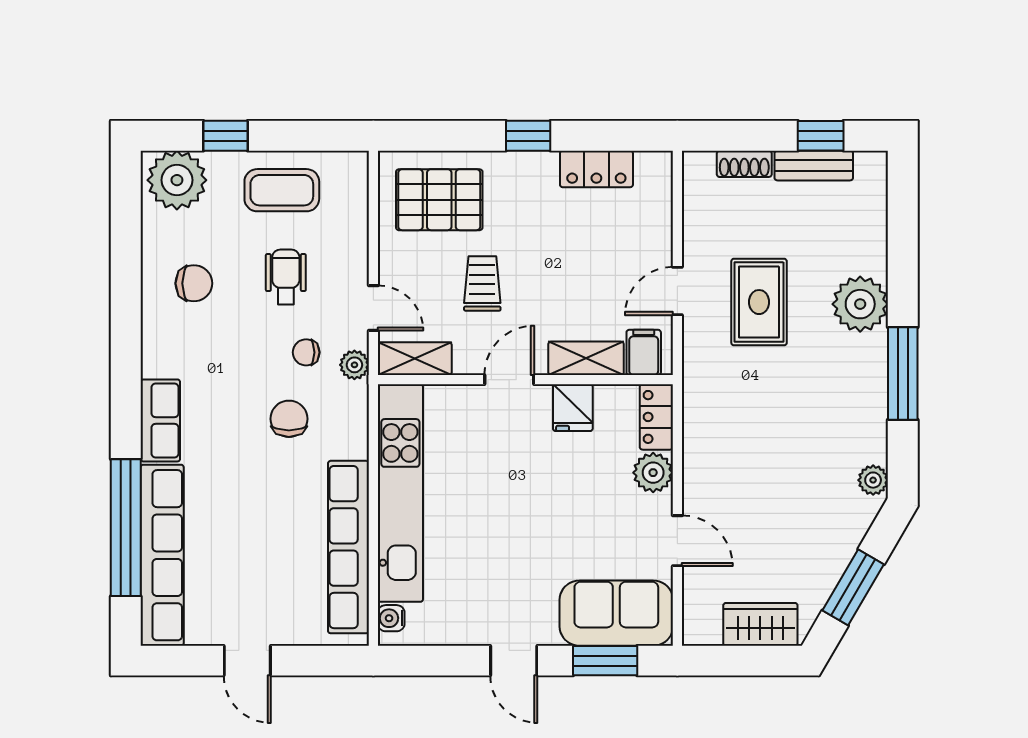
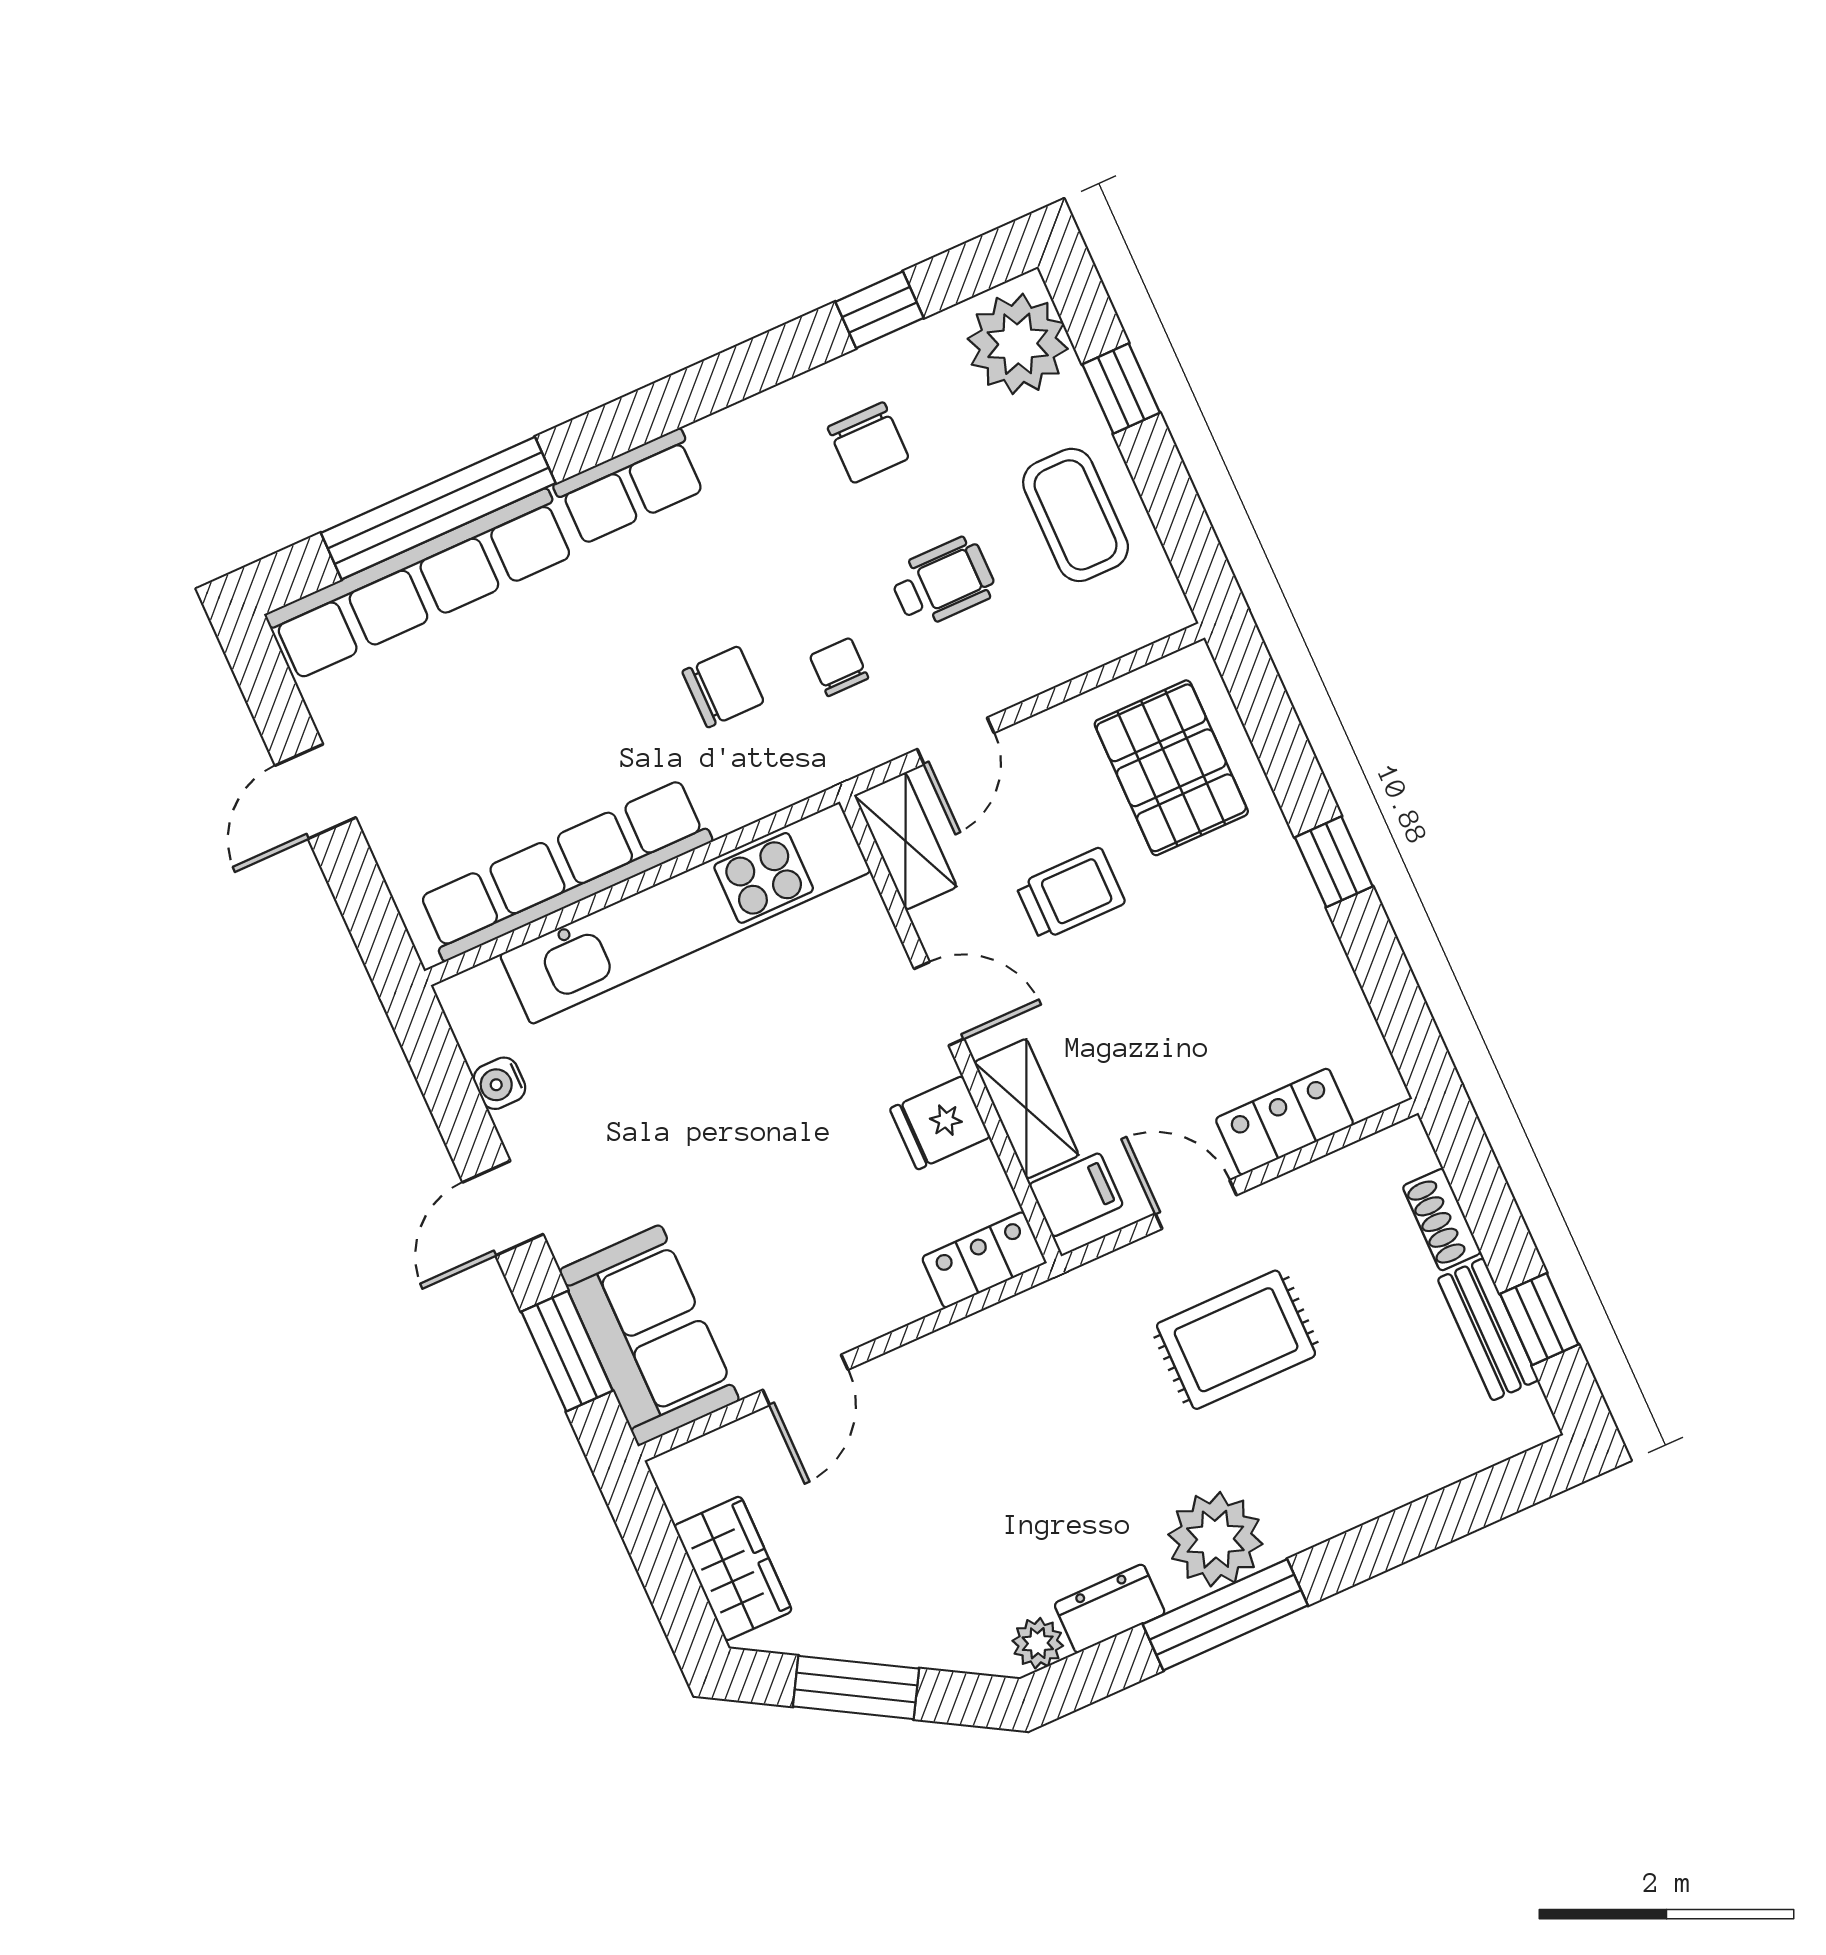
locker: (596, 169) -> (1284, 1122), moved, turned 90
window: (126, 245) -> (879, 310), added
plant: (860, 304) -> (1215, 1539), moved
plant: (354, 365) -> (853, 751), removed
dresser: (872, 434) -> (1110, 1609), added
plant: (653, 473) -> (895, 1294), removed
water cooler: (391, 618) -> (500, 1083), moved, turned -90

